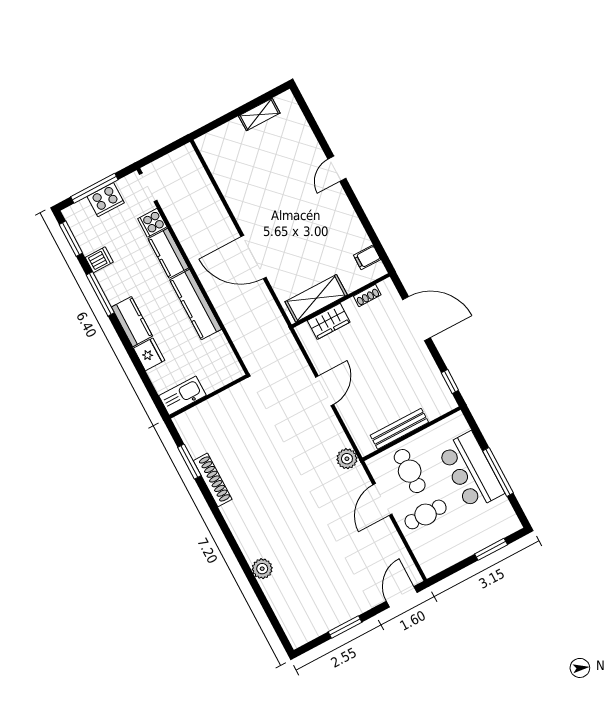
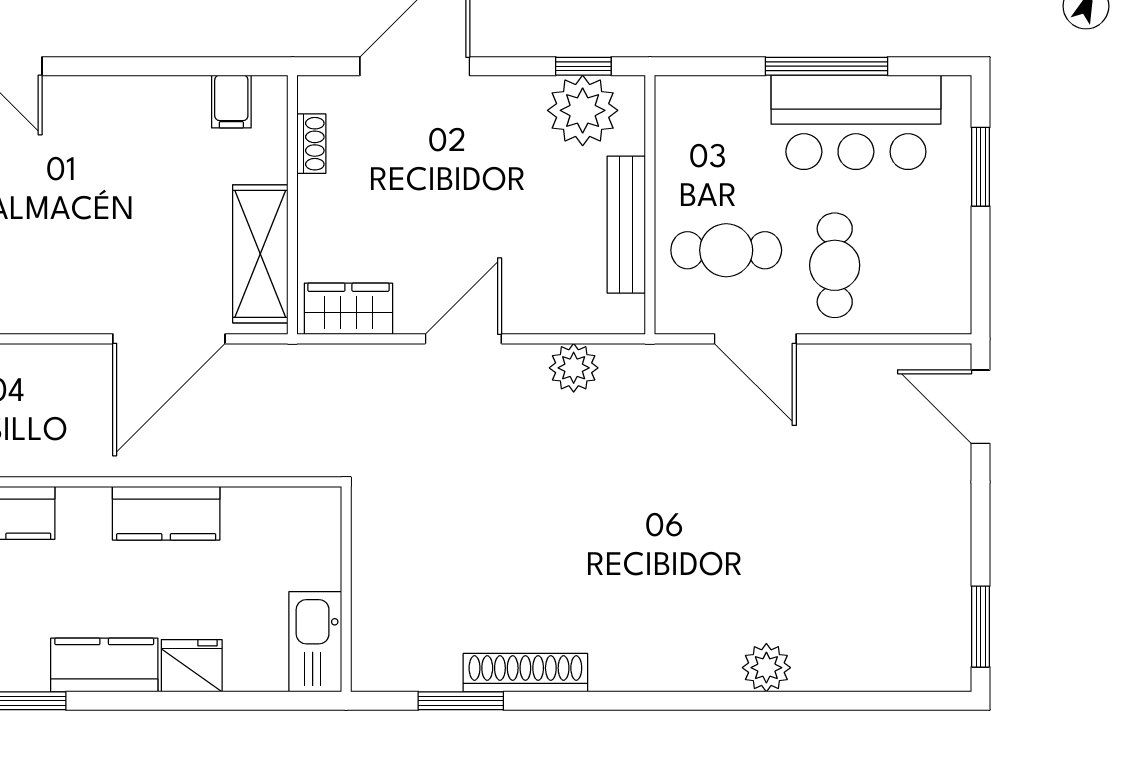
door: (253, 257) -> (169, 339), moved
kitchen counter: (196, 305) -> (166, 513), width x0.67
wardrobe: (329, 321) -> (348, 309), moved, turned -90
plant: (433, 390) -> (583, 110), added
door: (325, 391) -> (463, 339), hinge flipped
plant: (347, 459) -> (574, 368), moved
bar counter: (471, 471) -> (856, 122), moved
window: (345, 627) -> (981, 627), moved

